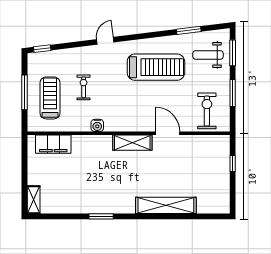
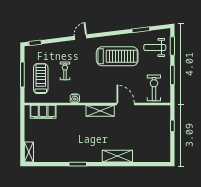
shelving: (166, 205) -> (117, 156), width x0.68

